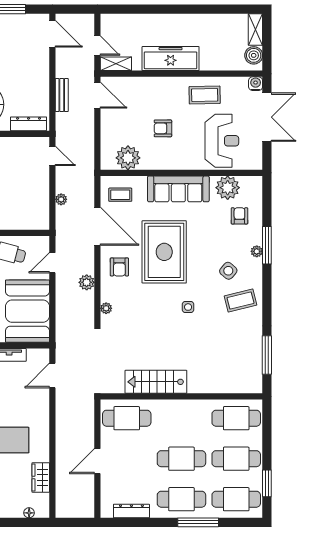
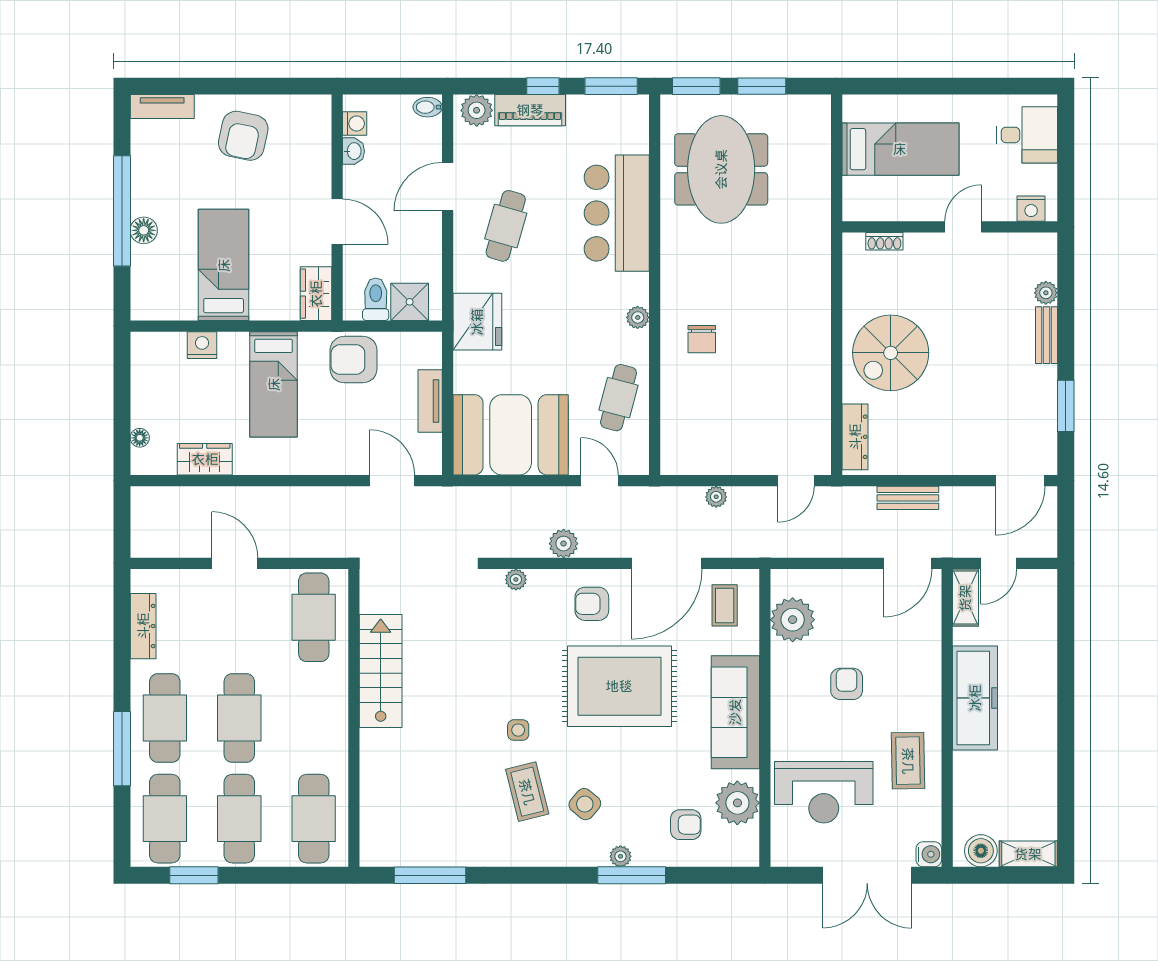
coffee table: (240, 300) -> (527, 792), moved

